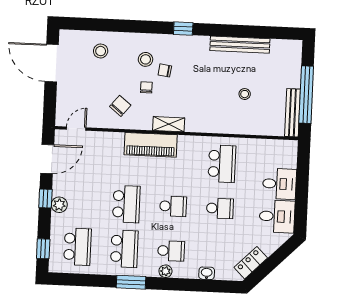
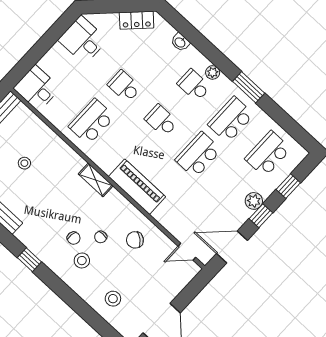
shelving: (169, 124) -> (96, 180), moved
desk: (279, 184) -> (37, 88), moved
window: (43, 249) -> (288, 186), moved

